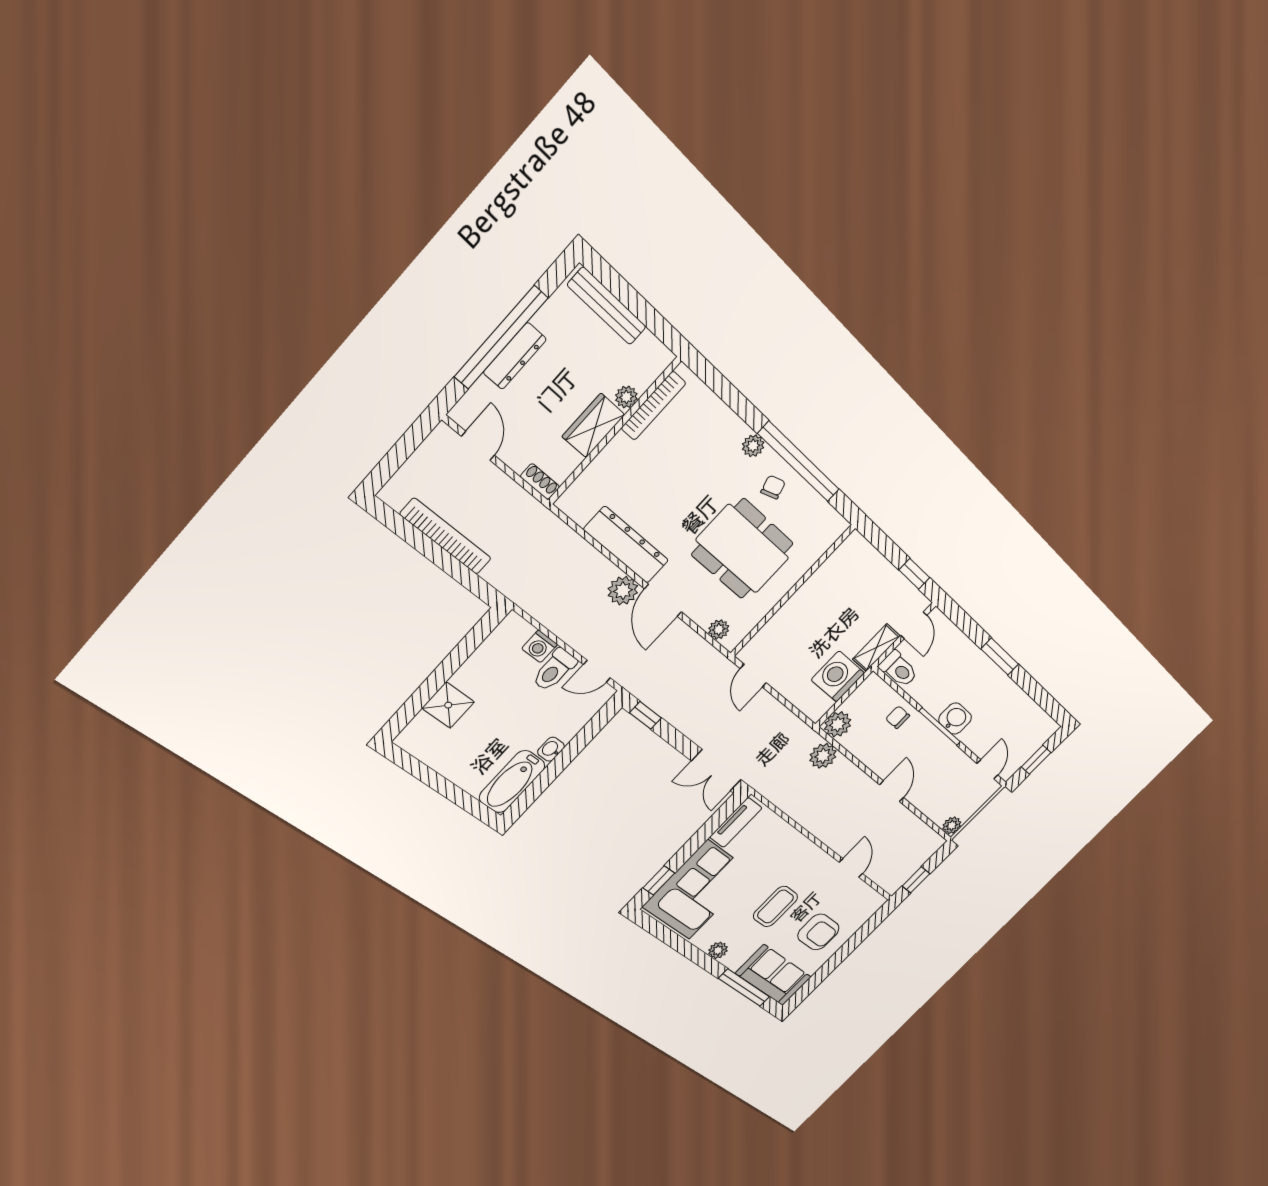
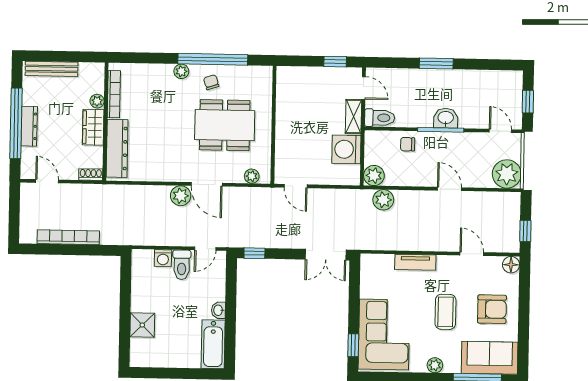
dresser: (626, 545) -> (117, 148), moved, turned 90
tv unit: (736, 823) -> (415, 262), moved, turned 90
plant: (952, 825) -> (507, 174), width x1.88, depth x1.88
floor lamp: (874, 902) -> (511, 265), added

